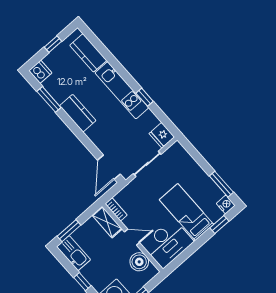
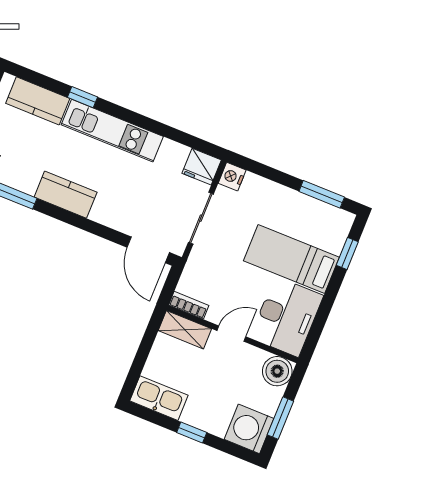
window: (145, 97) -> (82, 97), moved
nightstand: (226, 204) -> (232, 177), moved, turned -90
window: (69, 231) -> (136, 369), removed
boiler: (139, 262) -> (277, 371), moved

